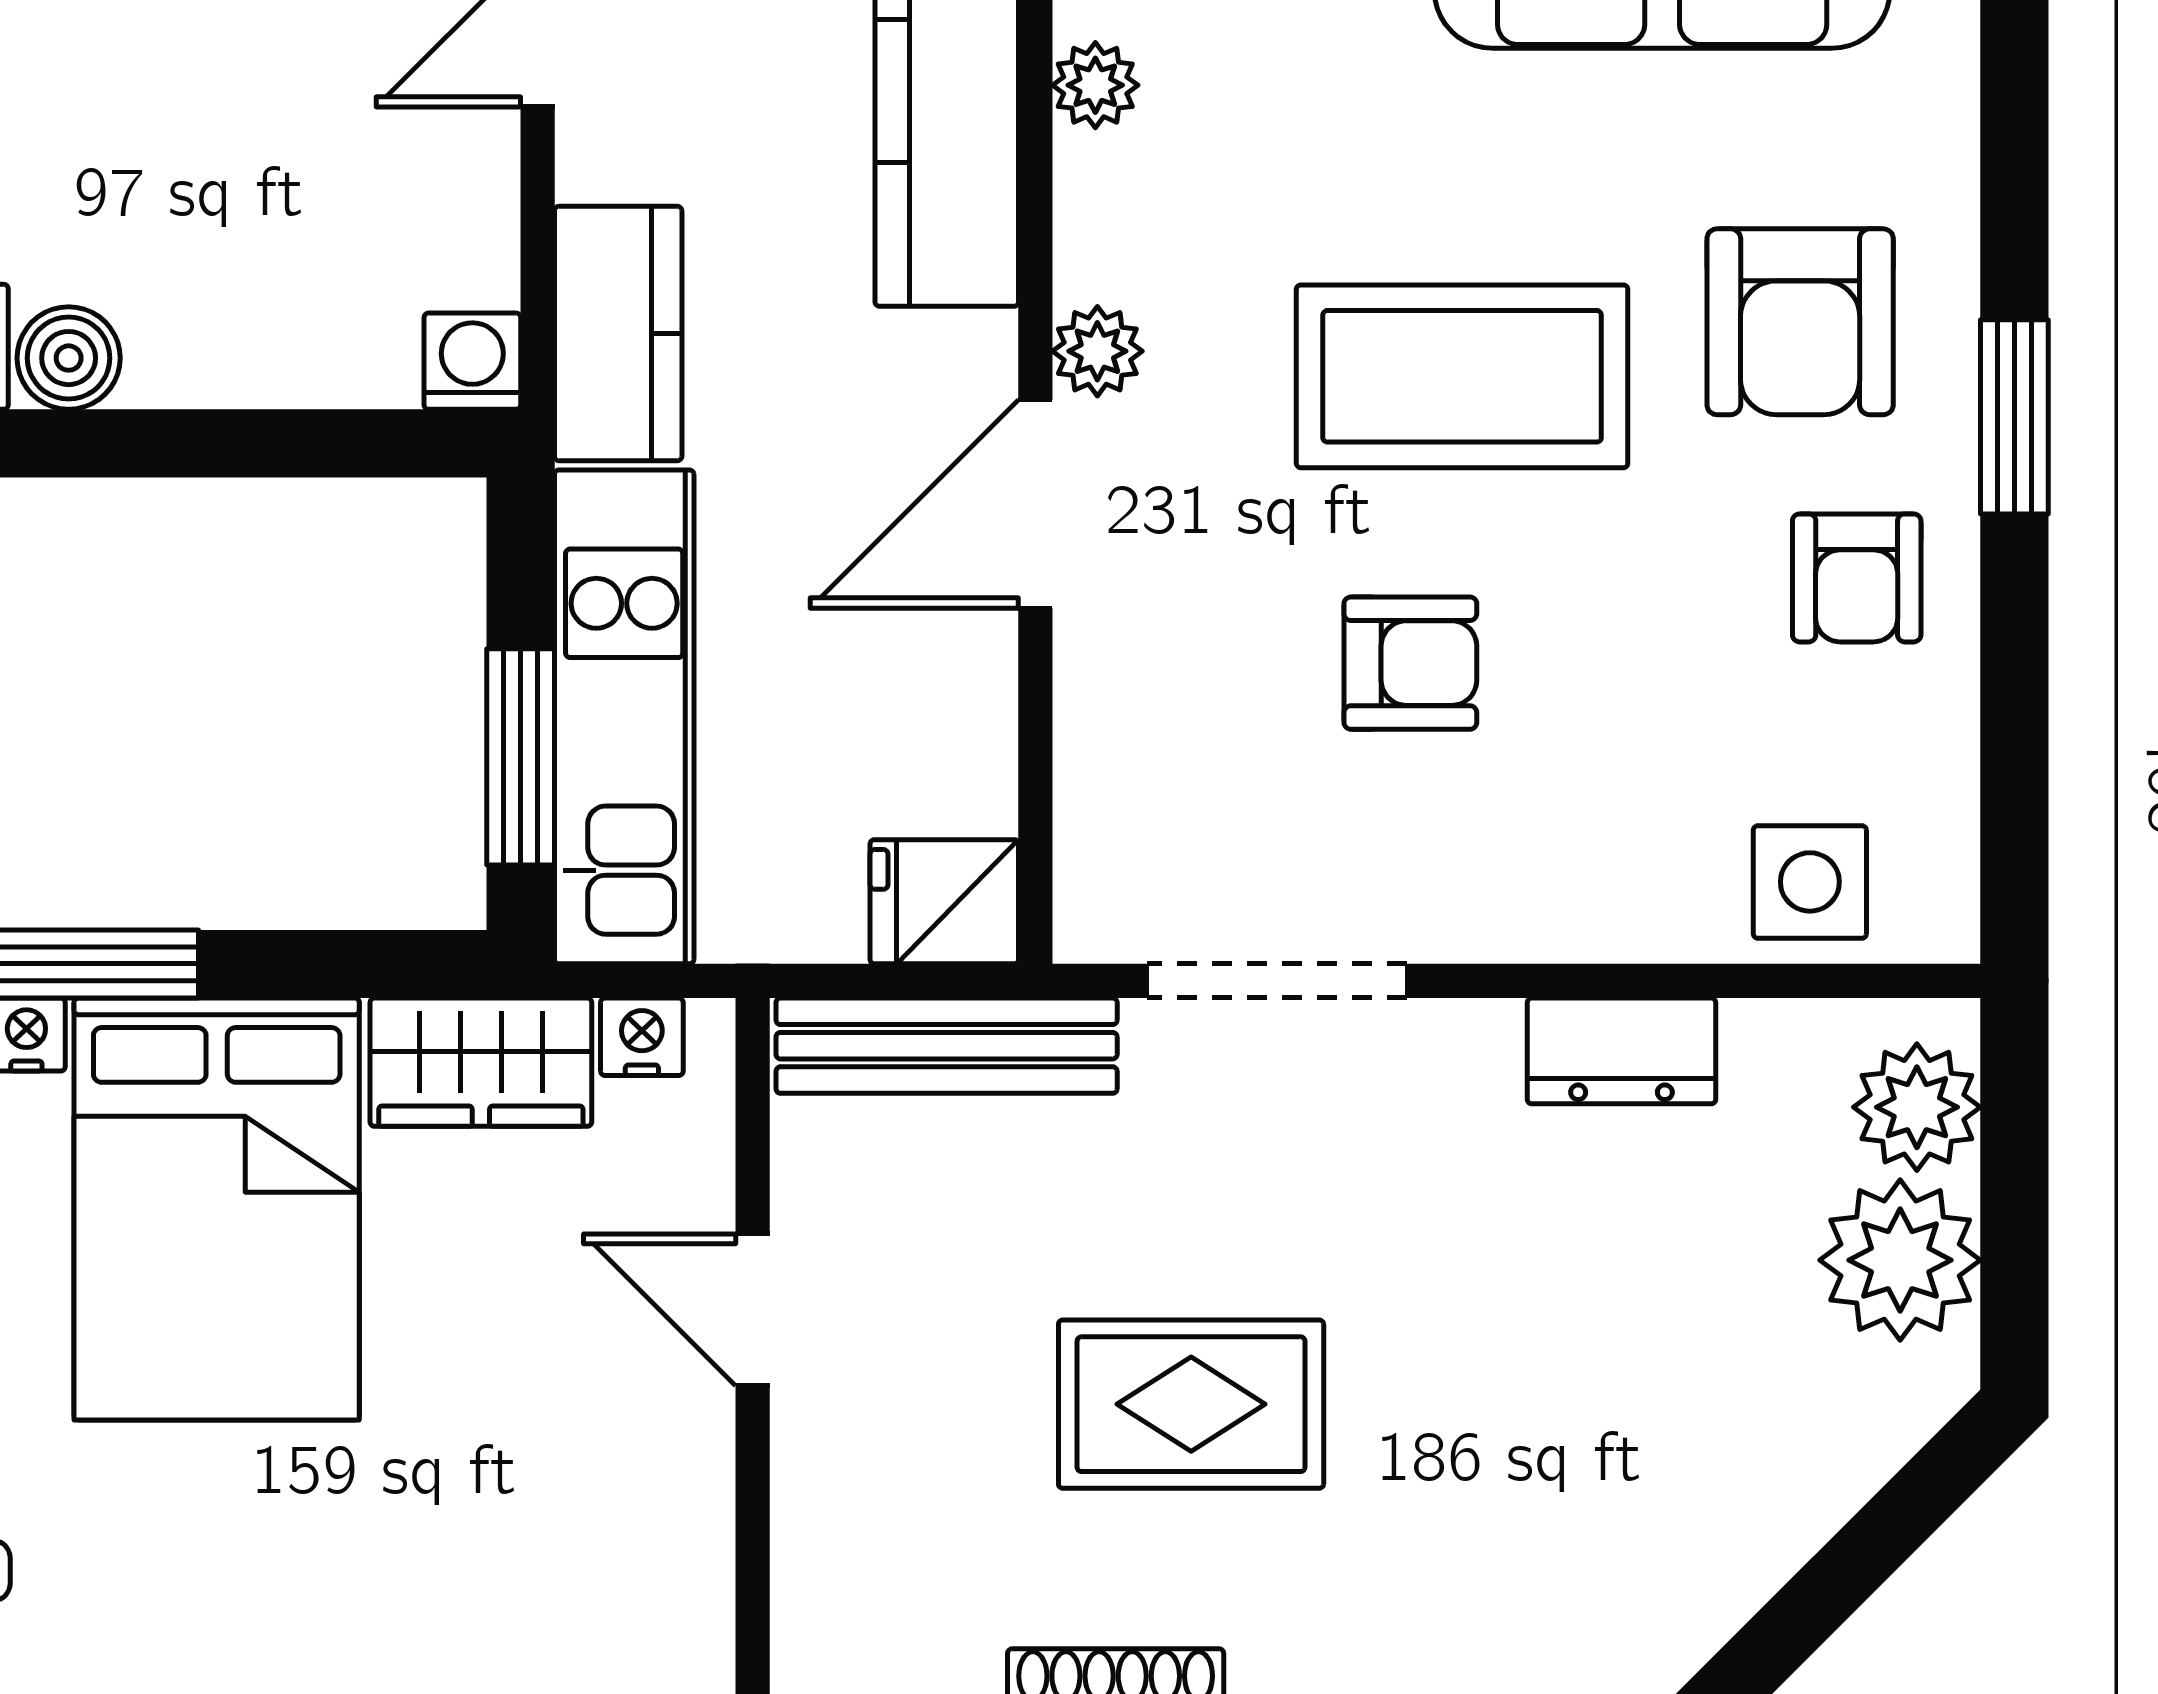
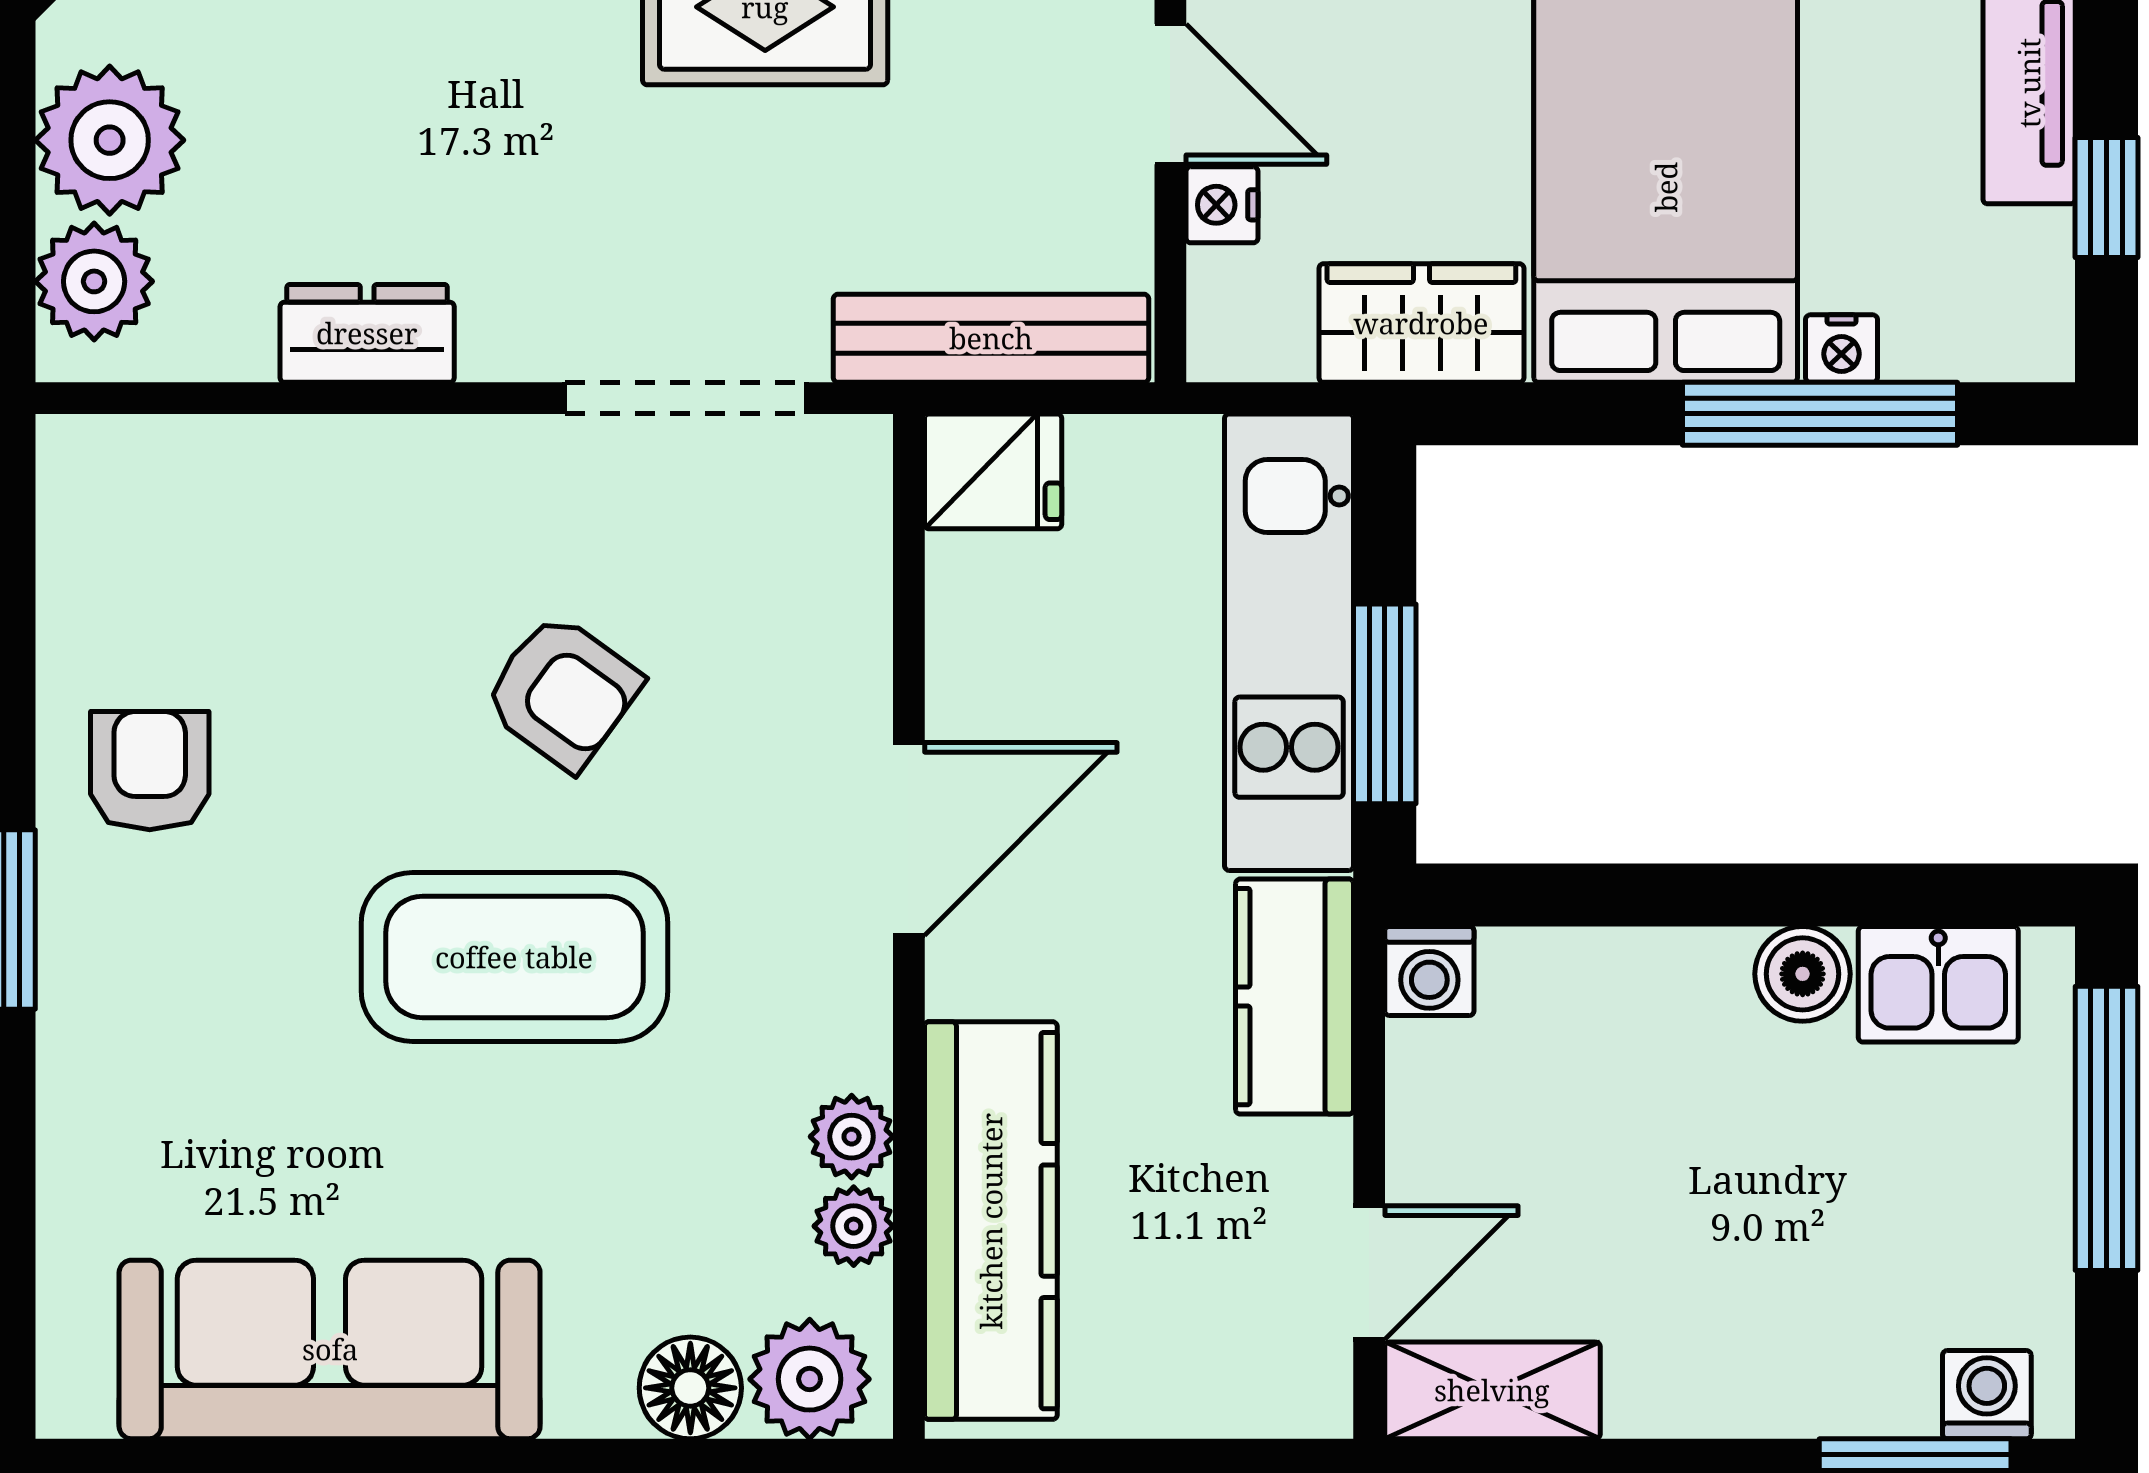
armchair: (1800, 322) -> (202, 1007), removed
plant: (1097, 351) -> (852, 1137), moved
armchair: (1410, 663) -> (562, 692), turned -144
window: (521, 757) -> (1385, 704), moved
side table: (1810, 882) -> (193, 490), removed
nightstand: (642, 1037) -> (1222, 205), moved, turned 90

